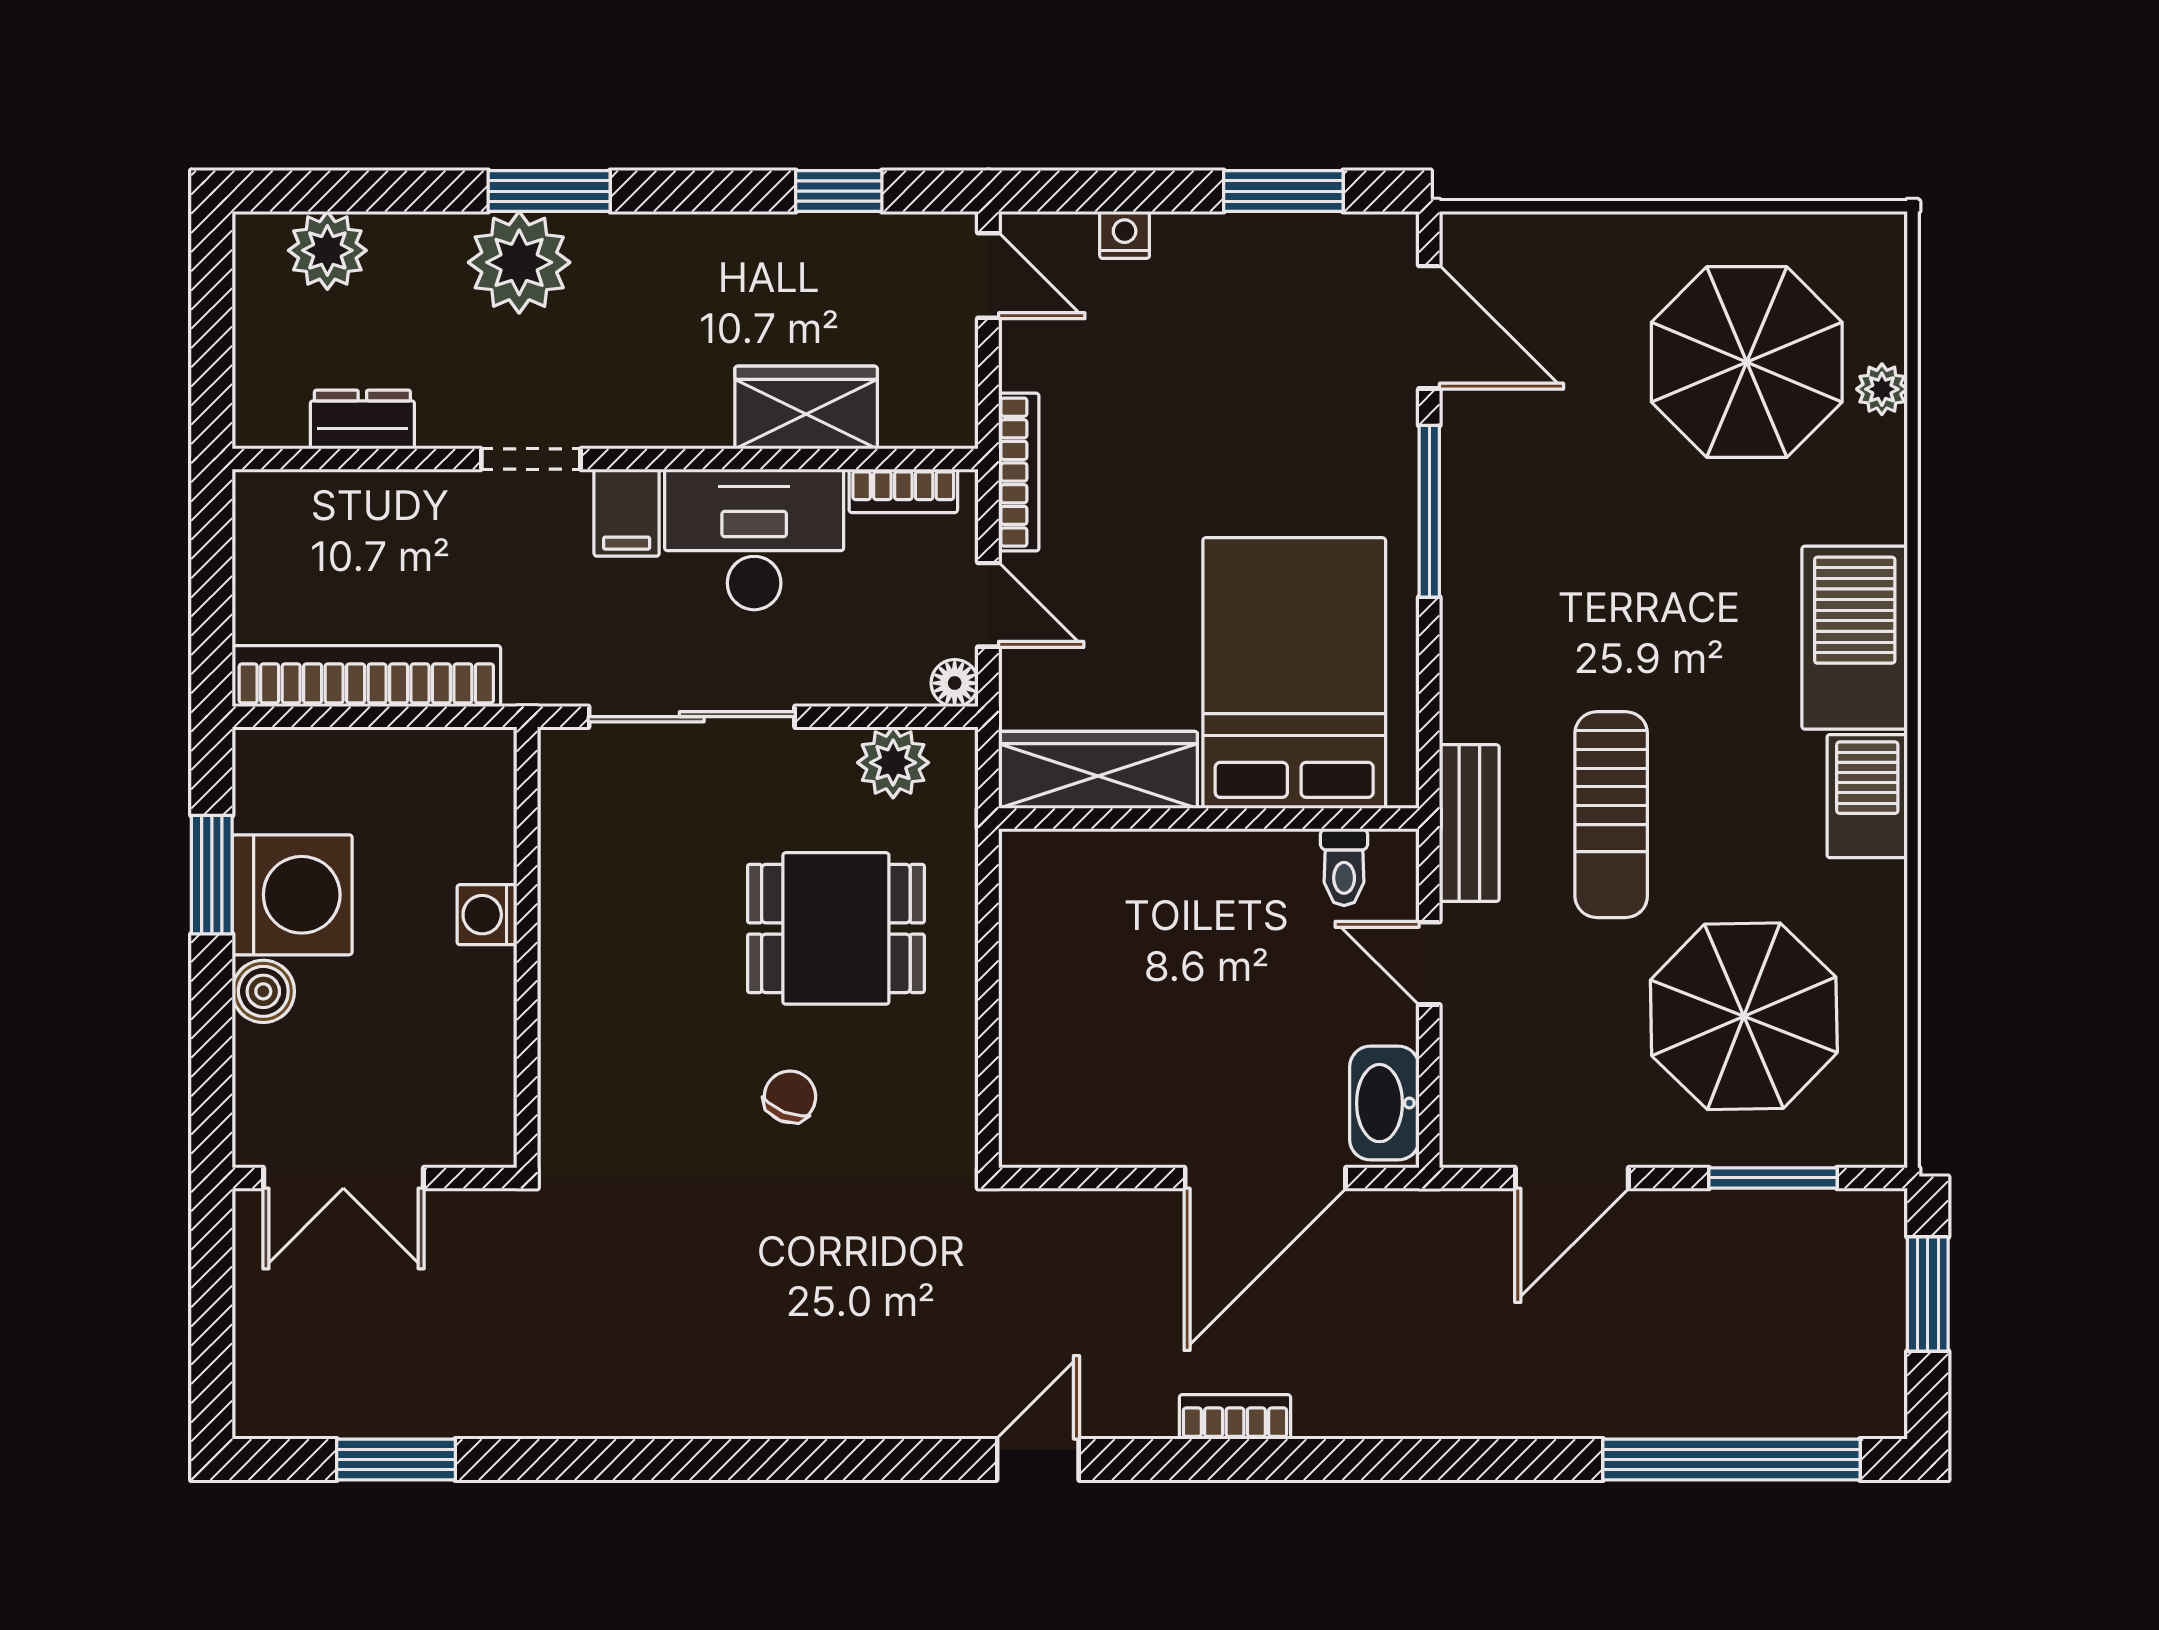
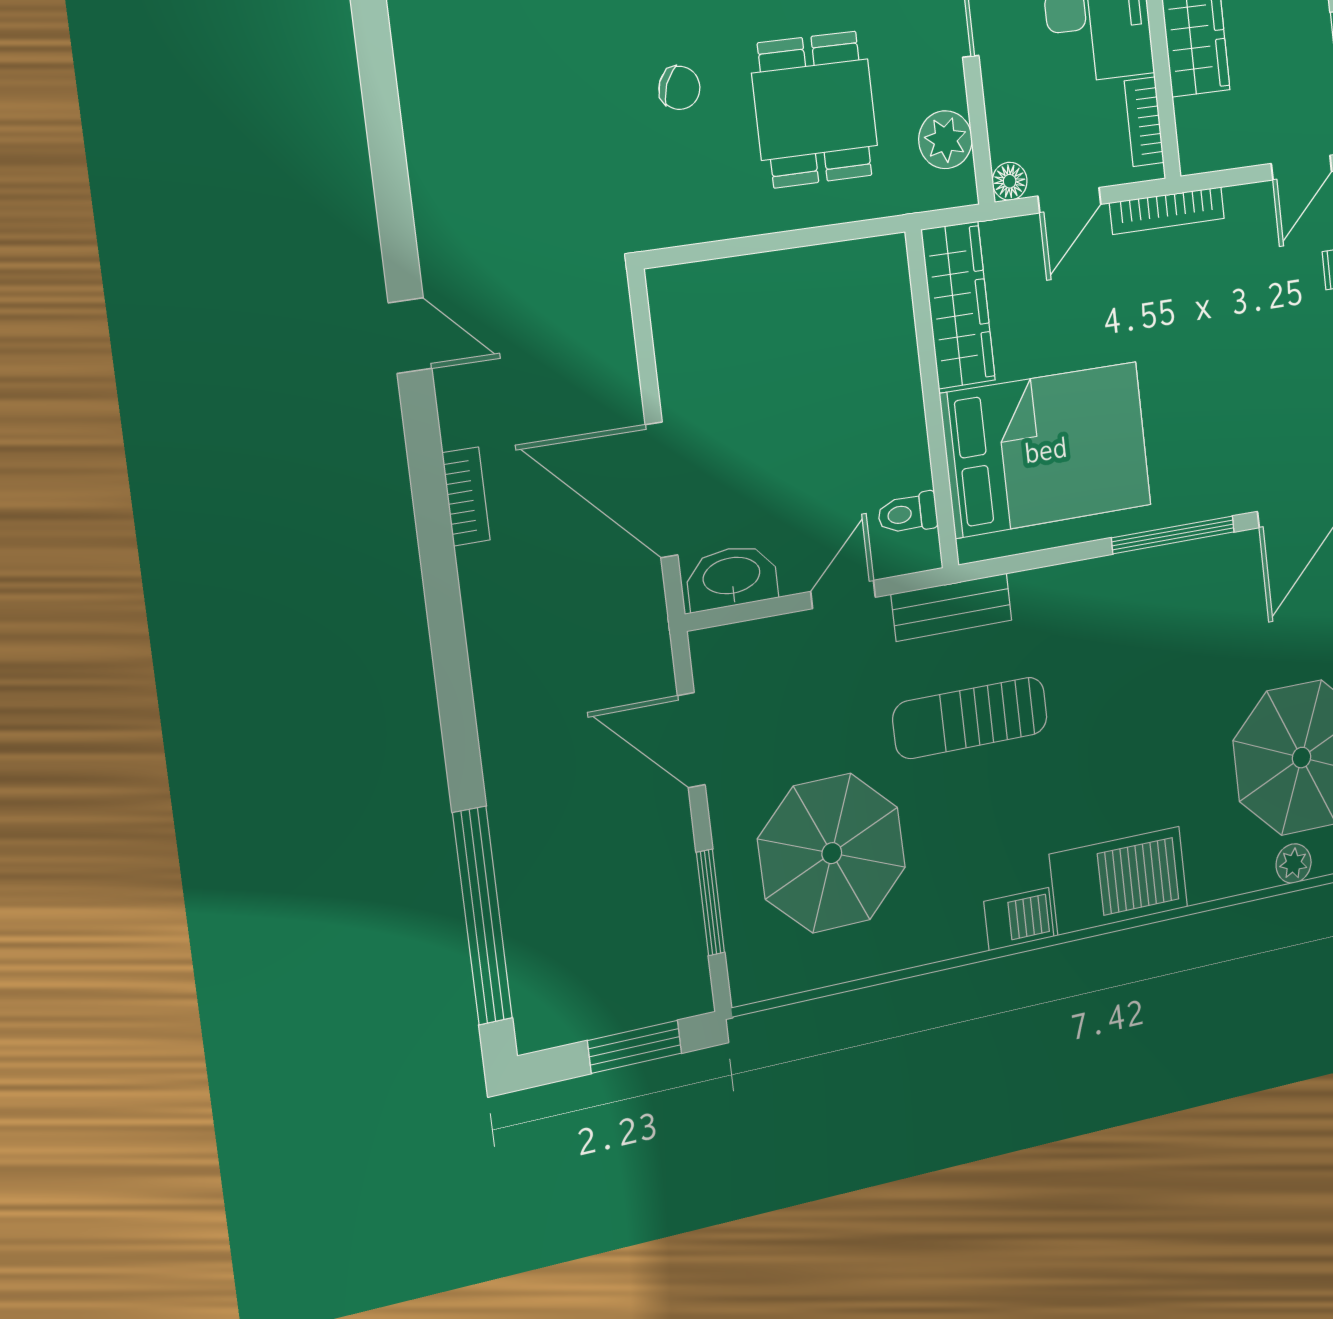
barbecue: (1867, 796) -> (1019, 919), width x0.73, depth x0.79

